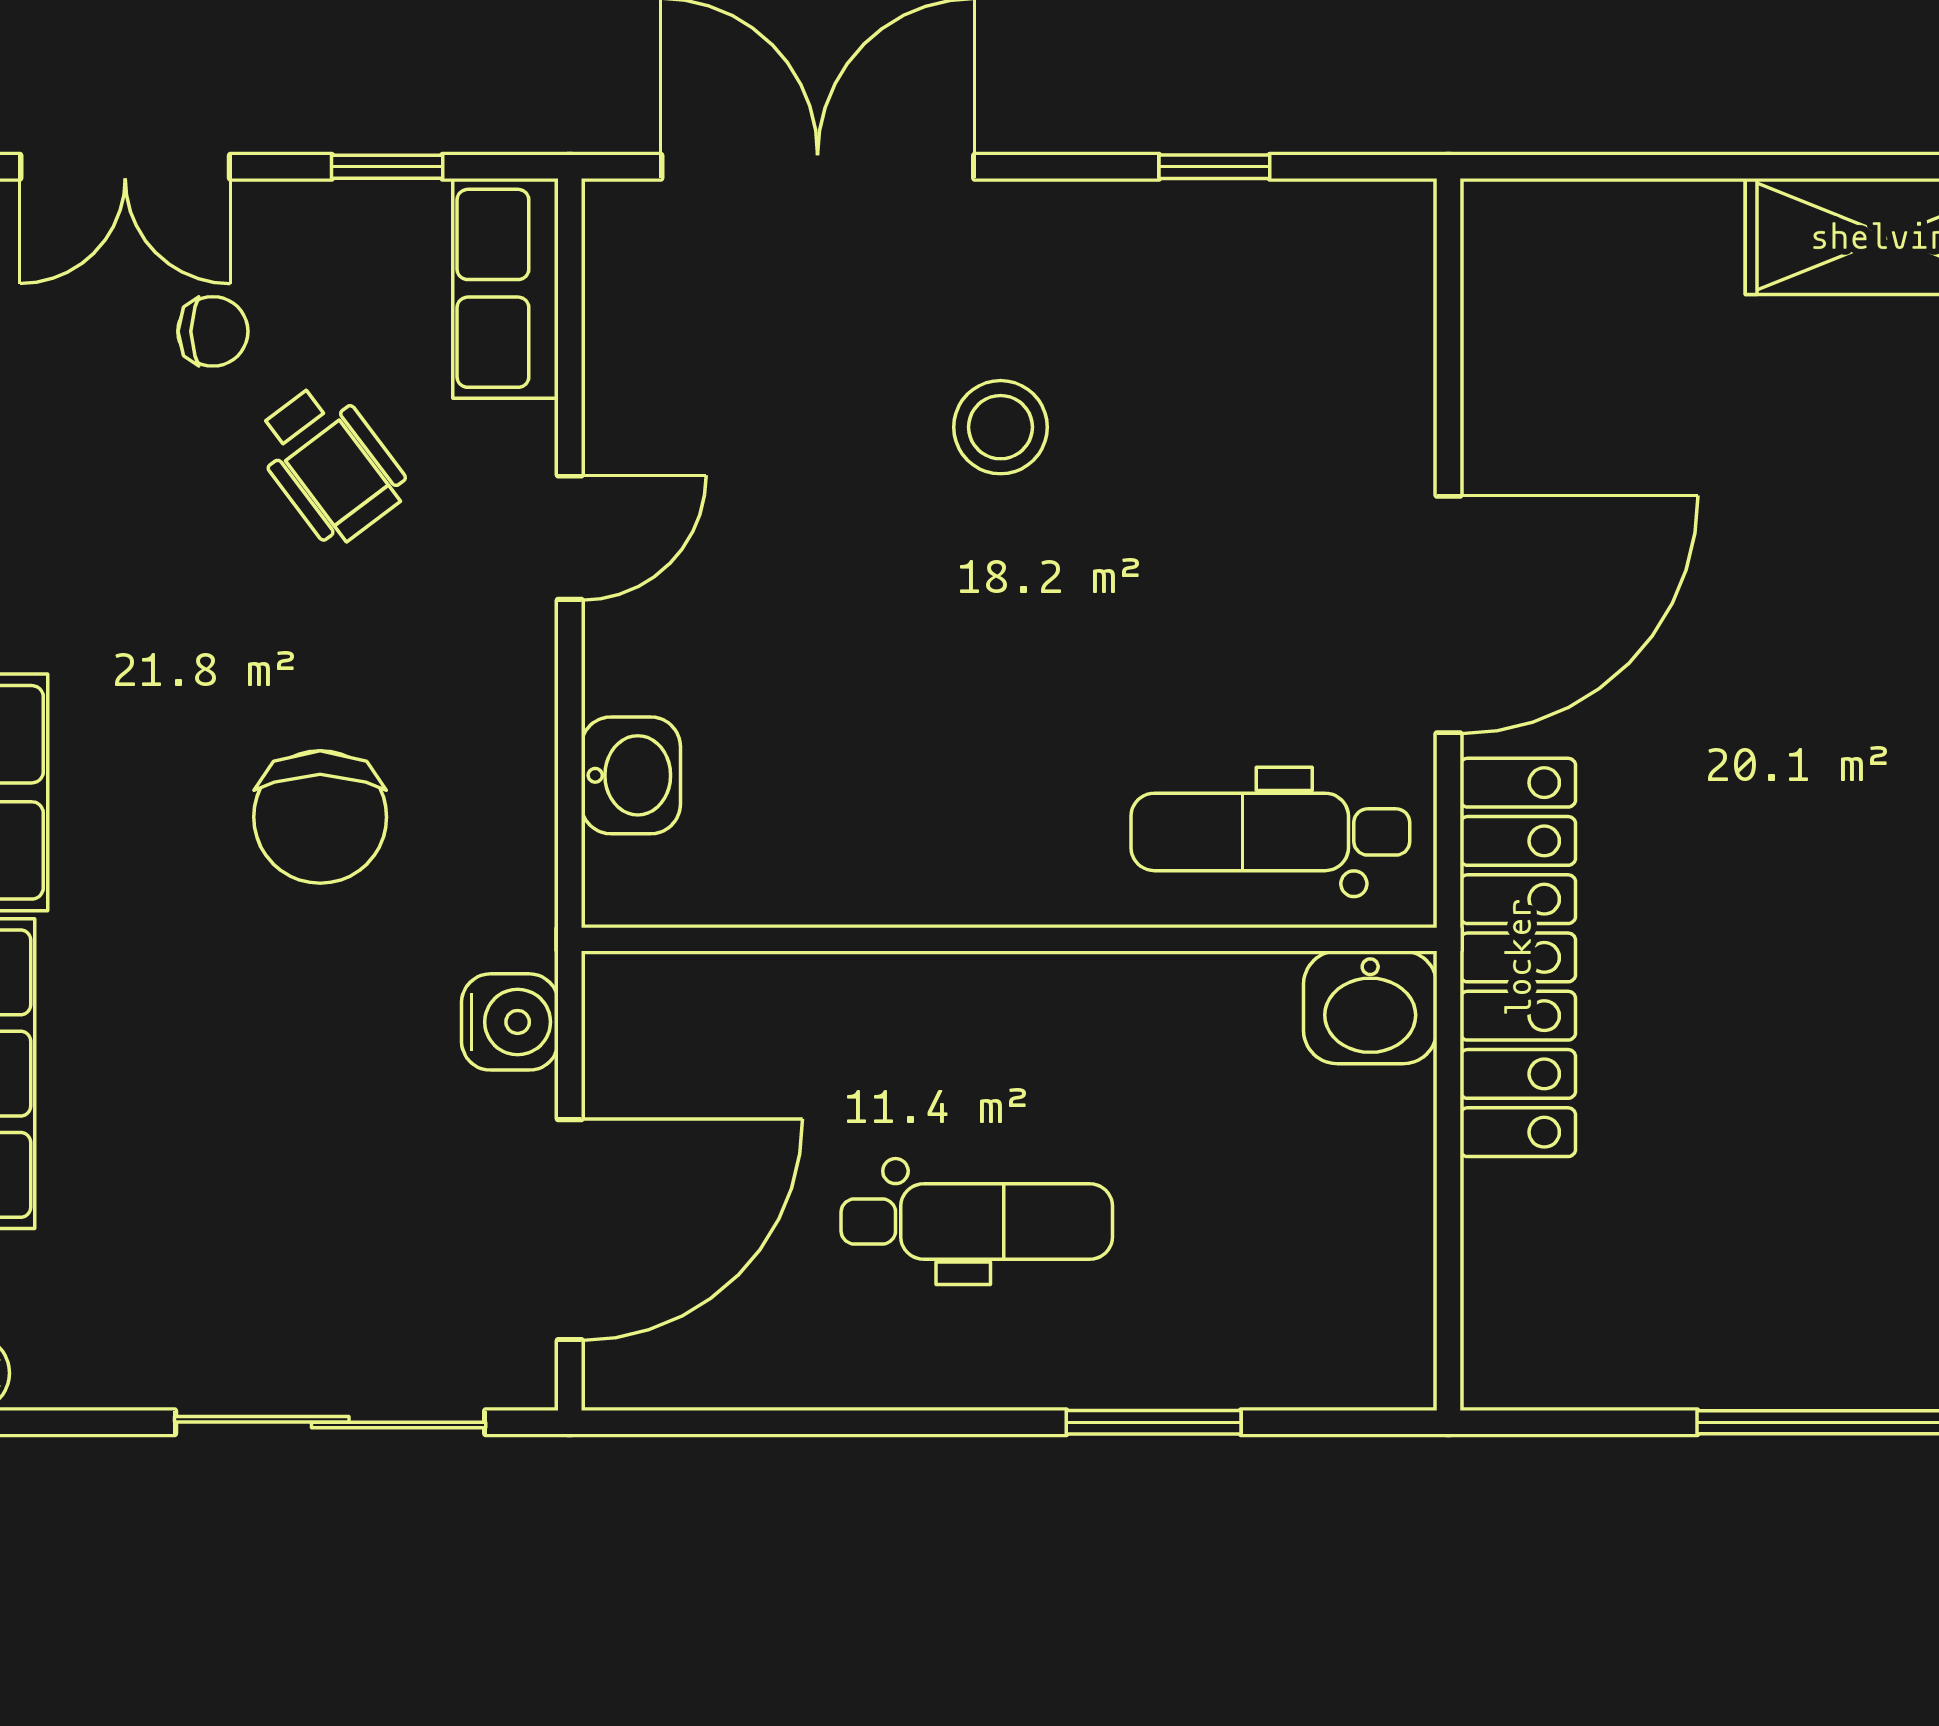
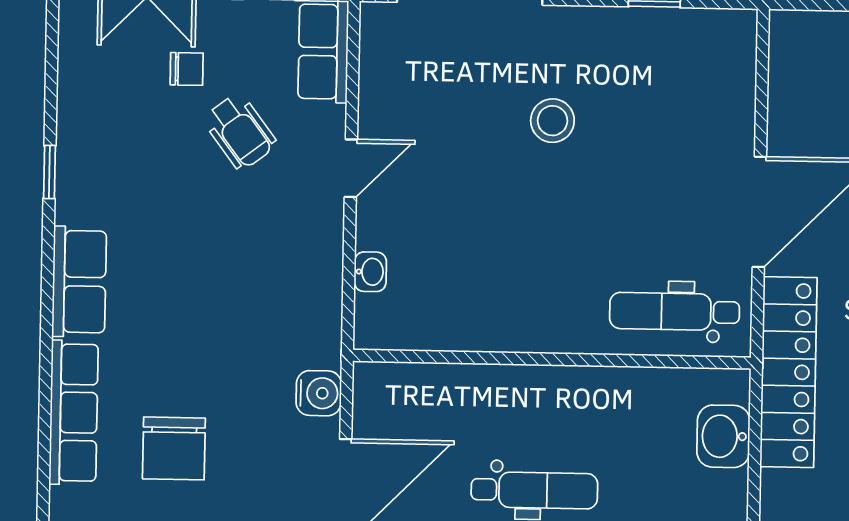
washbasin: (631, 775) -> (370, 272), width x0.72, depth x0.69
chair: (320, 817) -> (174, 448), moved
washbasin: (1370, 1007) -> (723, 436), moved, turned 90

